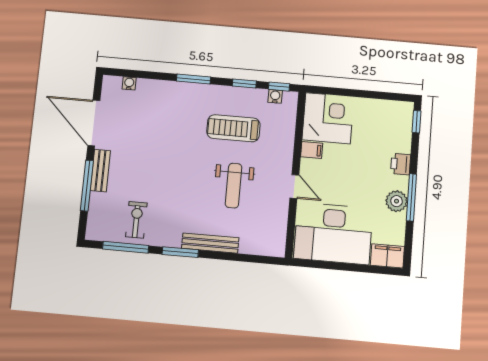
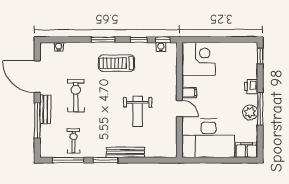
treadmill: (233, 128) -> (117, 63), moved
filing cabinet: (312, 150) -> (189, 93), moved
exercise bike: (146, 155) -> (76, 96), added

